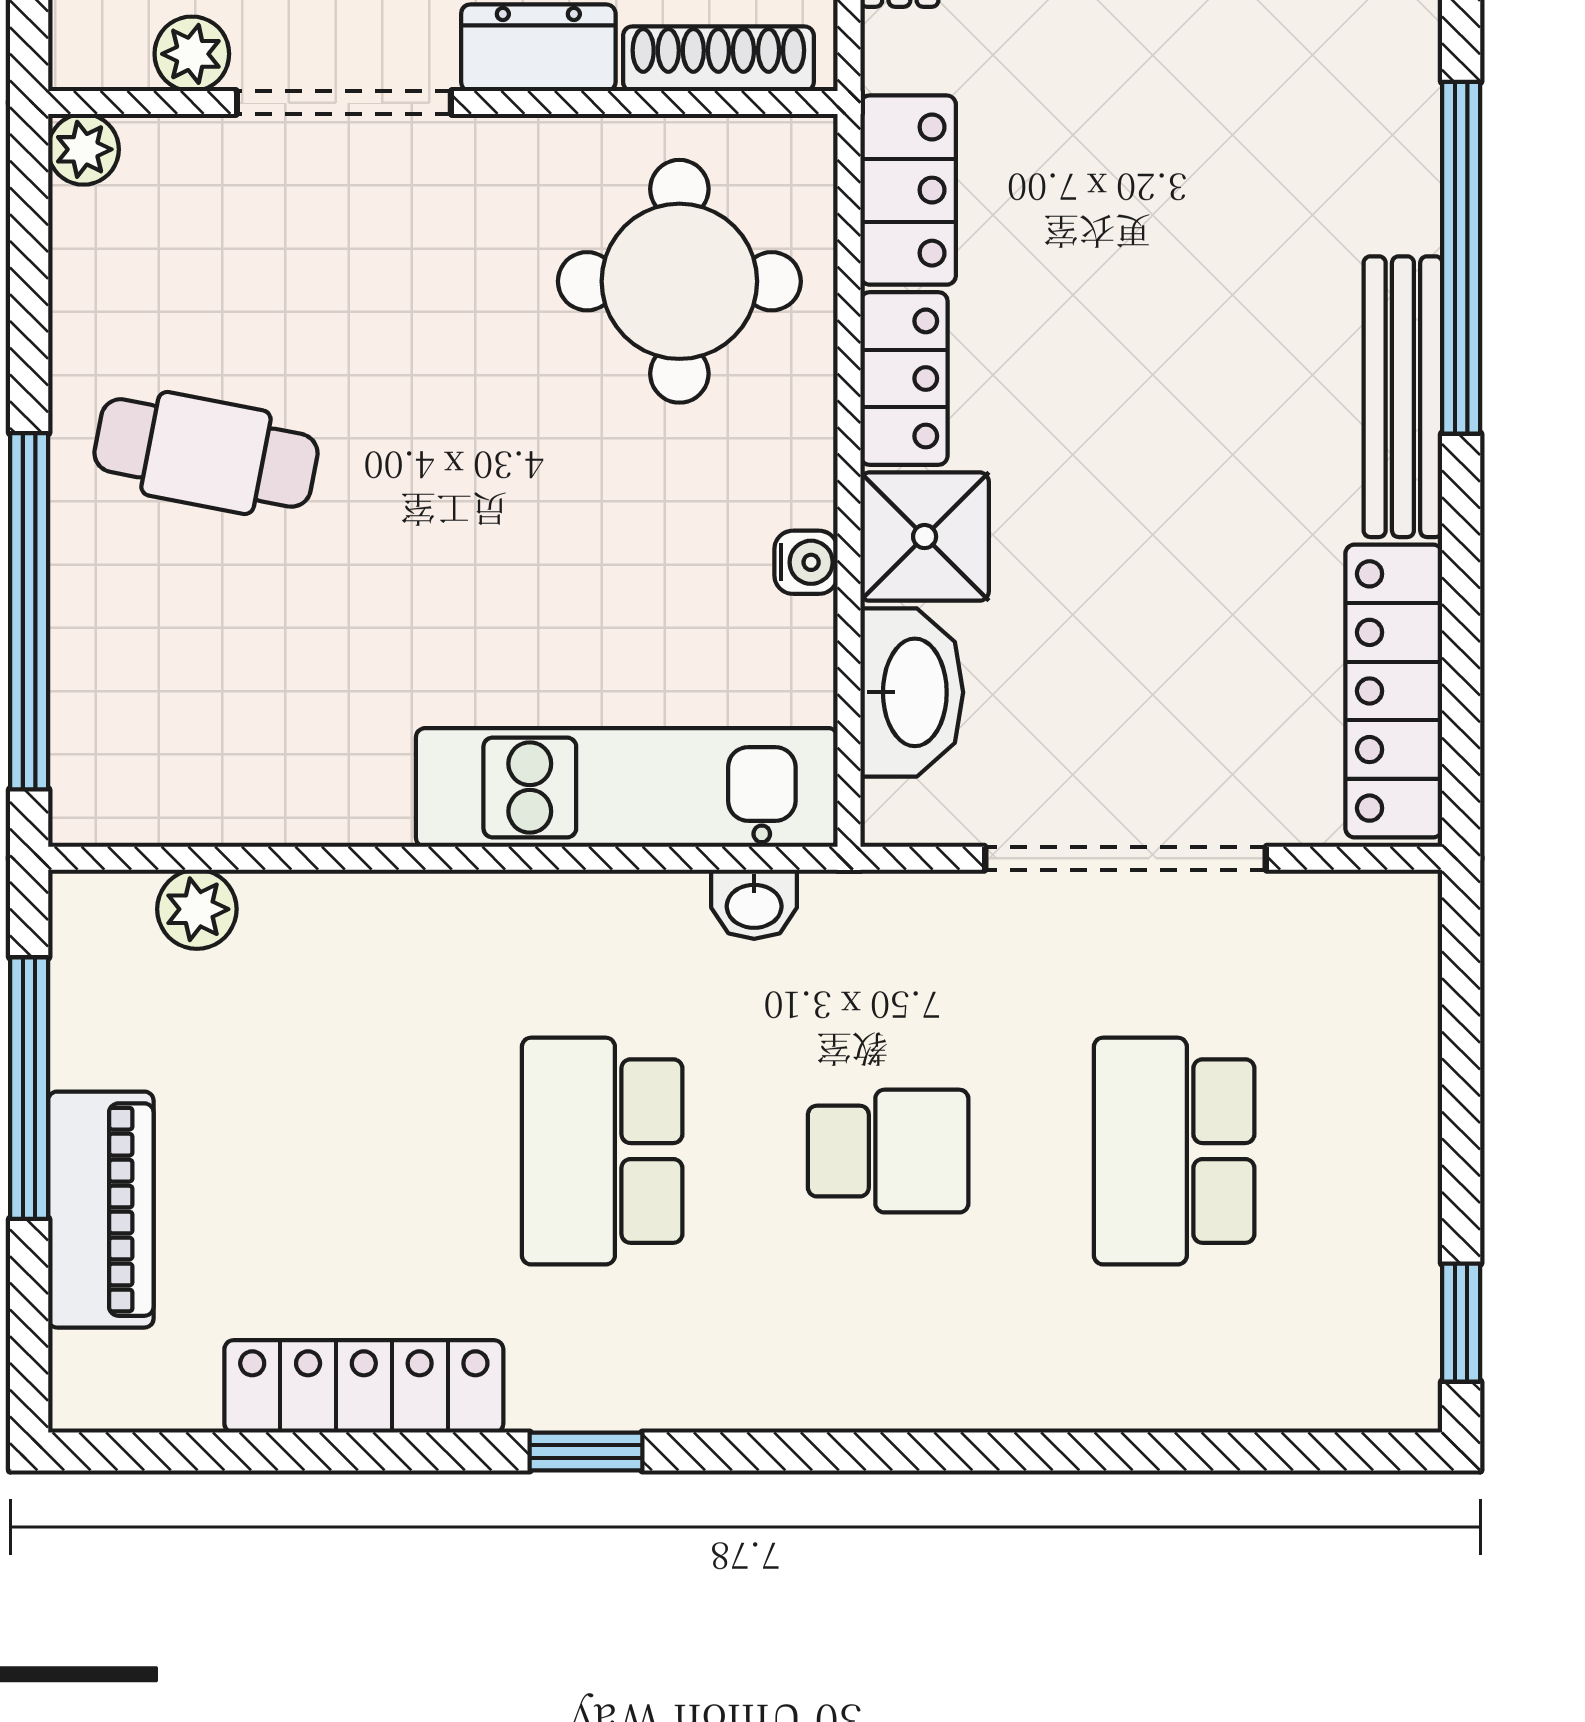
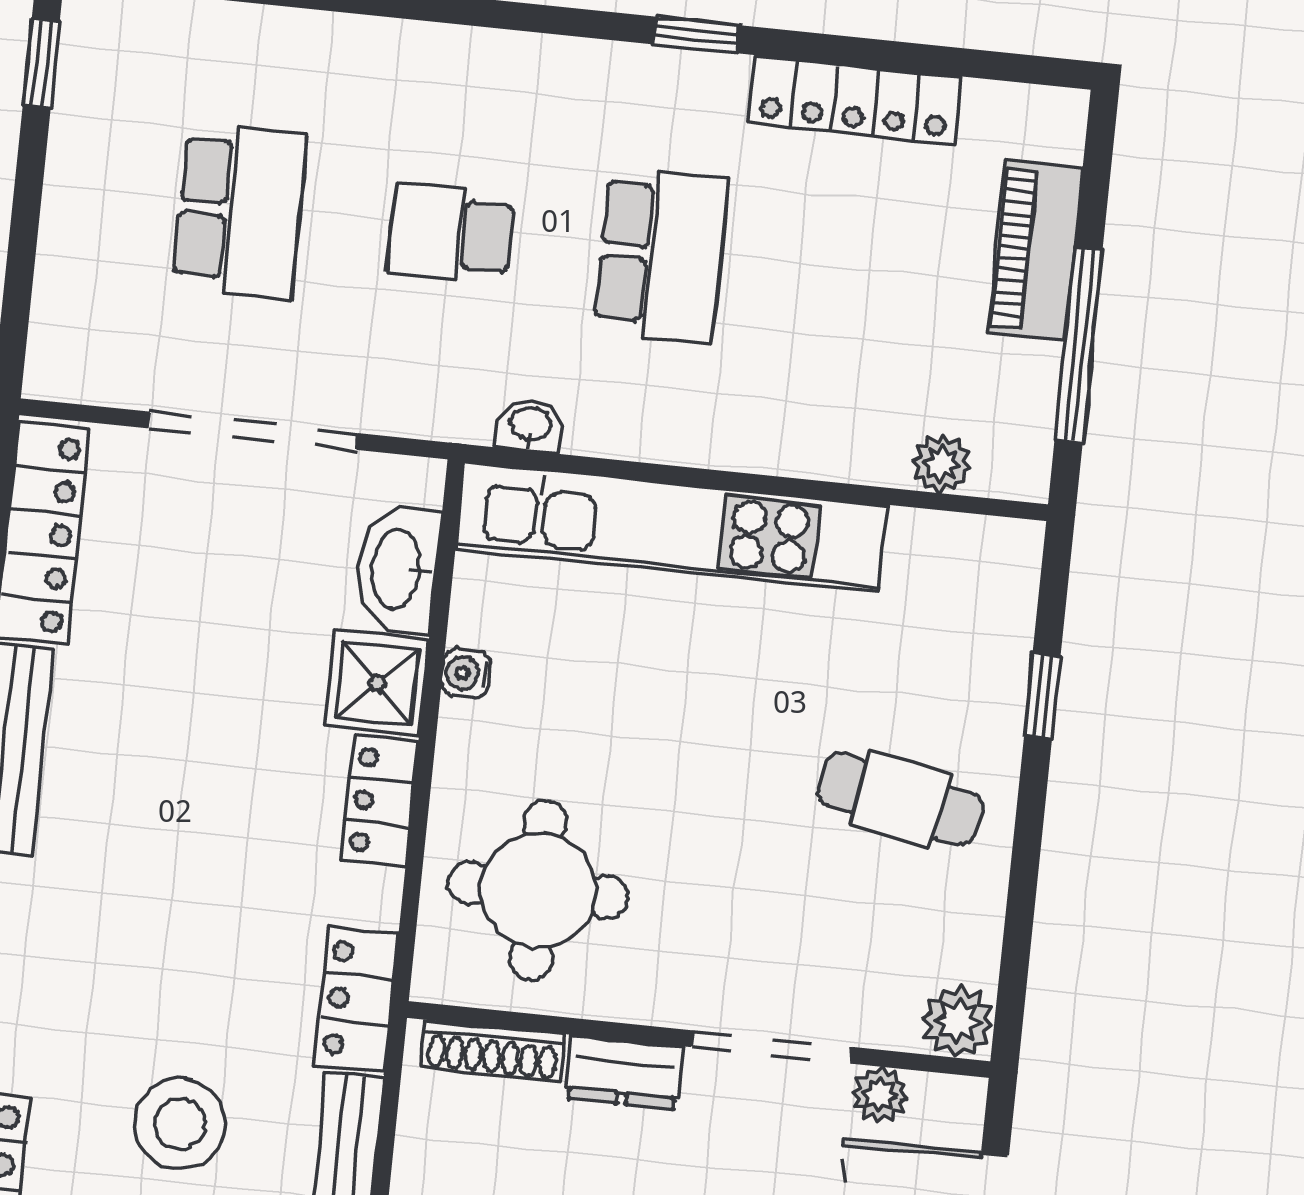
plant: (83, 149) -> (958, 1022), width x1.38, depth x1.38
locker: (908, 190) -> (356, 999), moved
window: (29, 611) -> (1042, 696), width x0.32
kitchen unit: (627, 787) -> (672, 527), width x1.36

